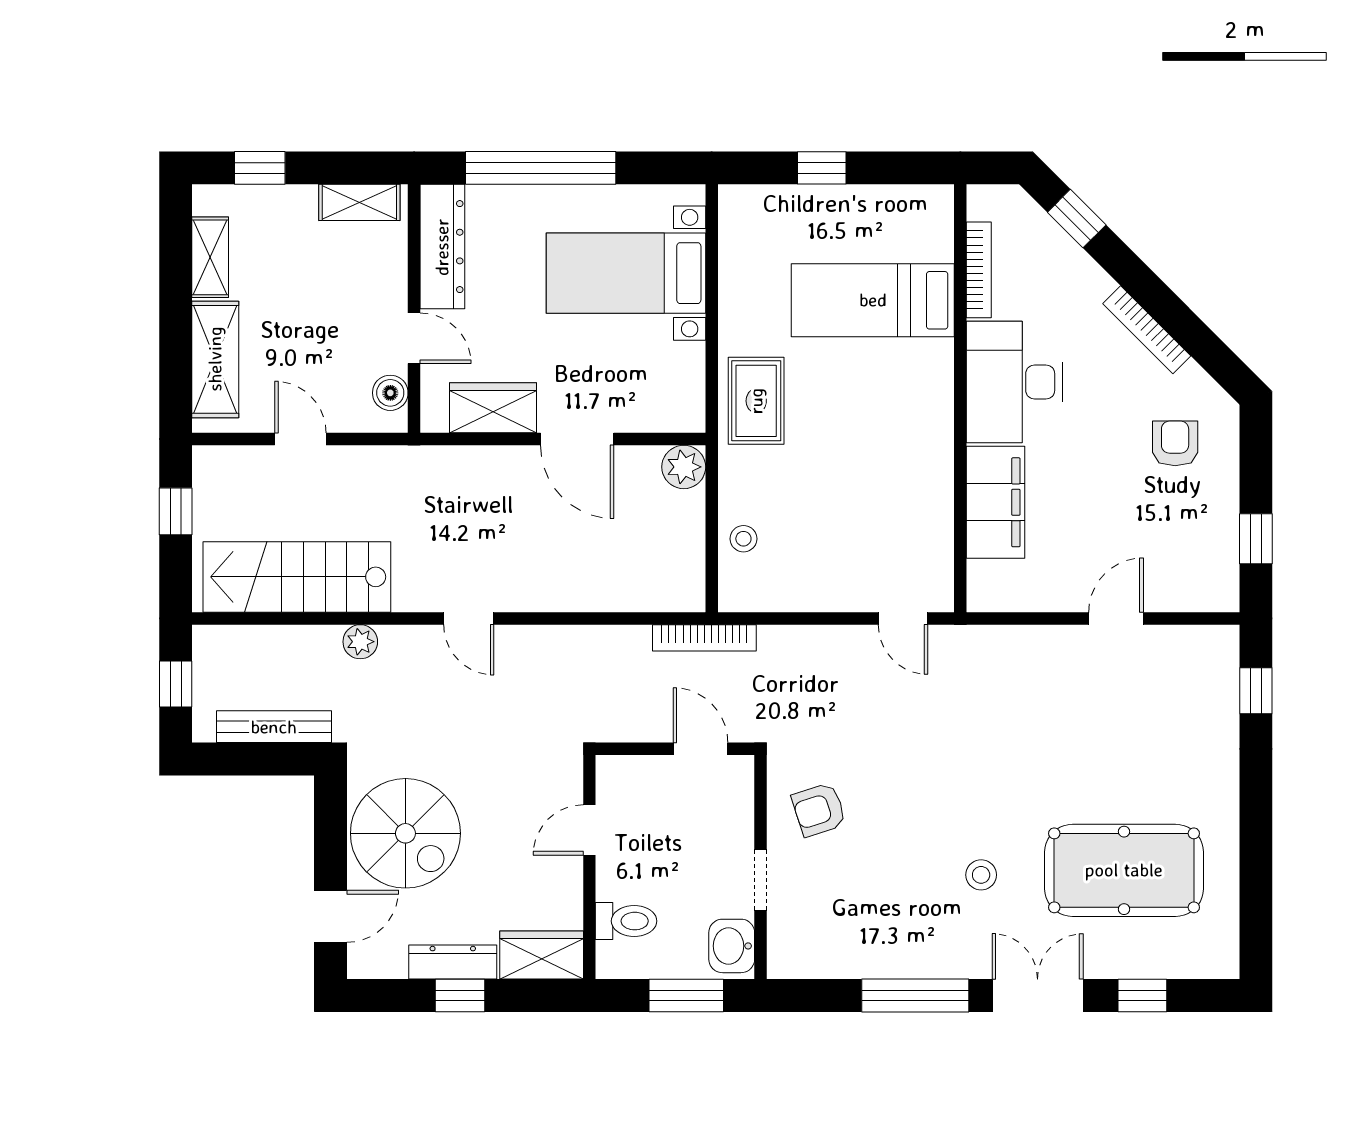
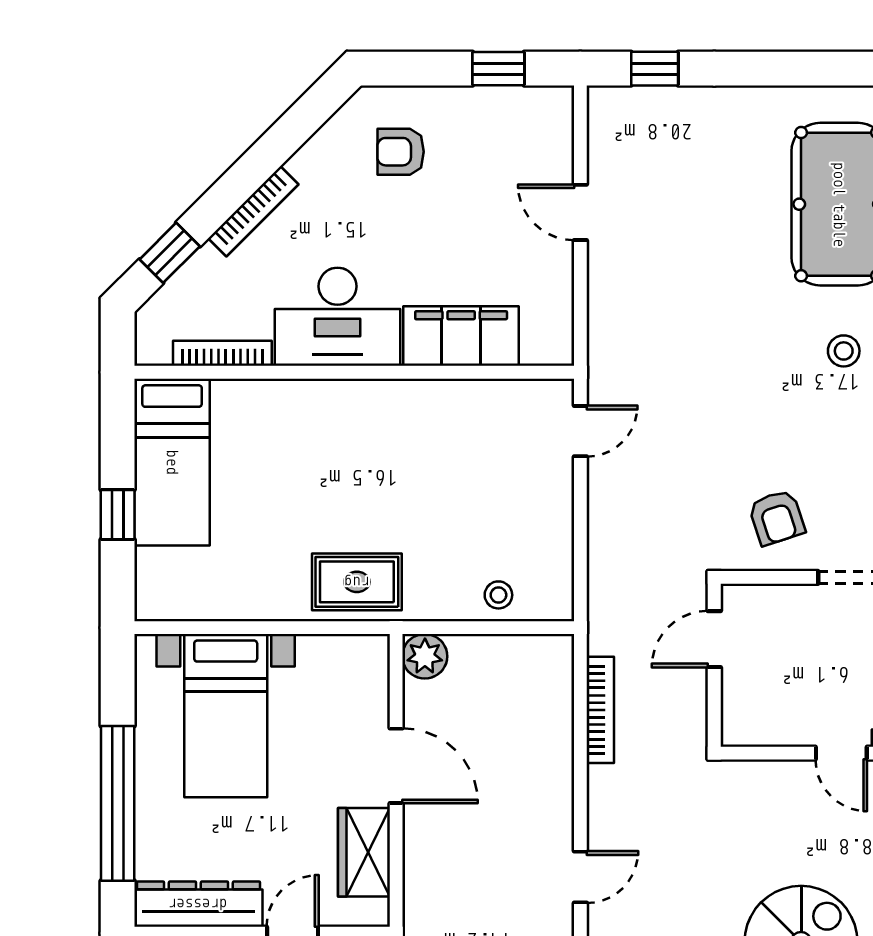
bed: (873, 300) -> (172, 462), moved
bookcase: (1147, 330) -> (253, 211), moved
door: (577, 439) -> (396, 766), hinge flipped
bookcase: (704, 638) -> (600, 710), moved
door: (589, 830) -> (841, 753), moved

